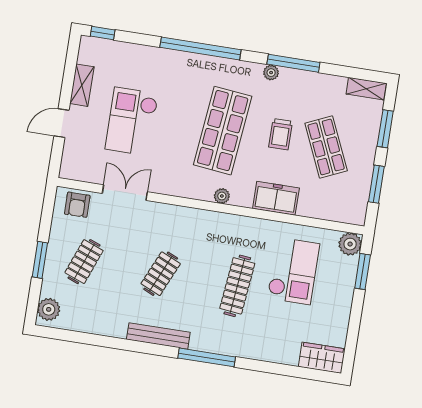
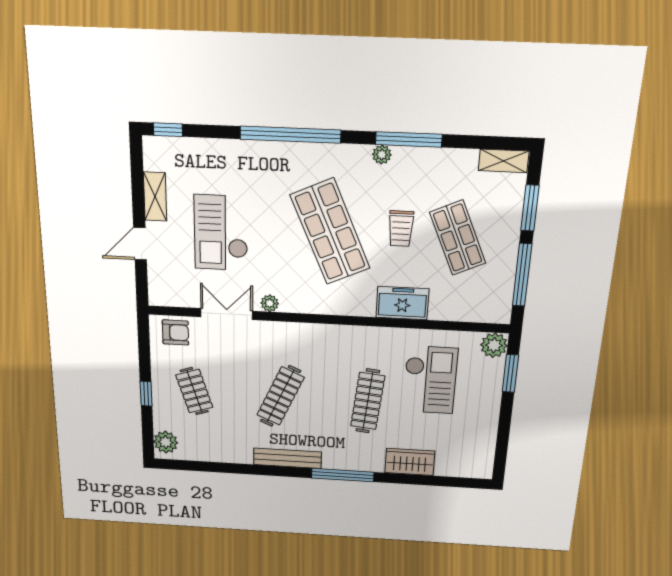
shop shelf: (223, 131) -> (330, 232), turned -30
window: (376, 184) -> (522, 275), width x1.44
plant: (222, 196) -> (270, 303), moved
armchair: (77, 205) -> (176, 332), turned -90
window: (40, 260) -> (146, 394), width x0.67
clothes rail: (84, 262) -> (194, 391), turned -39
clothes rail: (161, 274) -> (281, 396), width x1.36
wardrobe: (322, 358) -> (410, 462), moved

